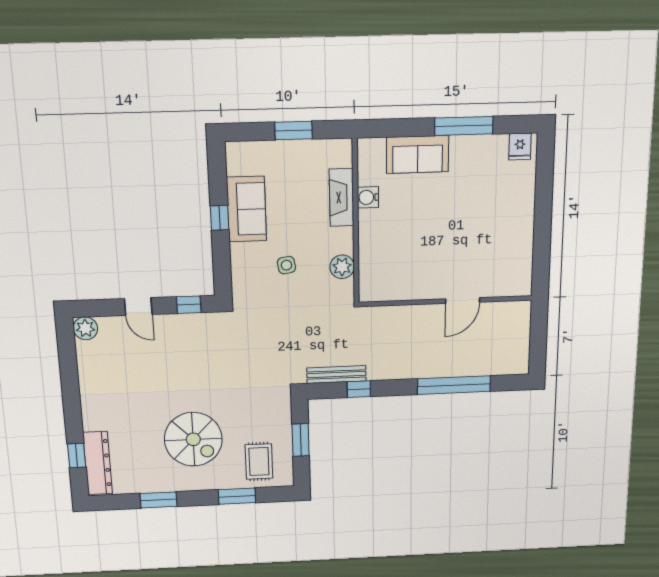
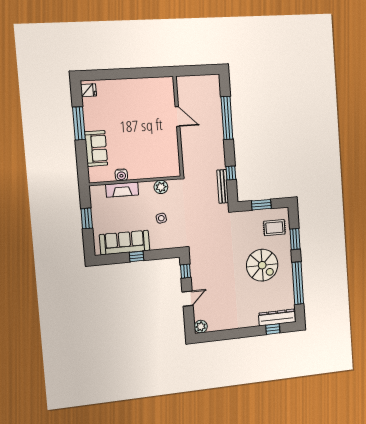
sofa: (247, 209) -> (125, 243), width x1.36
spiral stairs: (193, 439) -> (262, 265), turned 90
window: (159, 500) -> (298, 283), width x2.11

